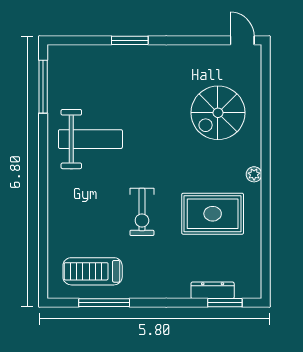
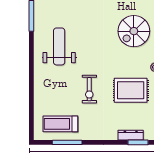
weight bench: (90, 139) -> (59, 46), turned -90

